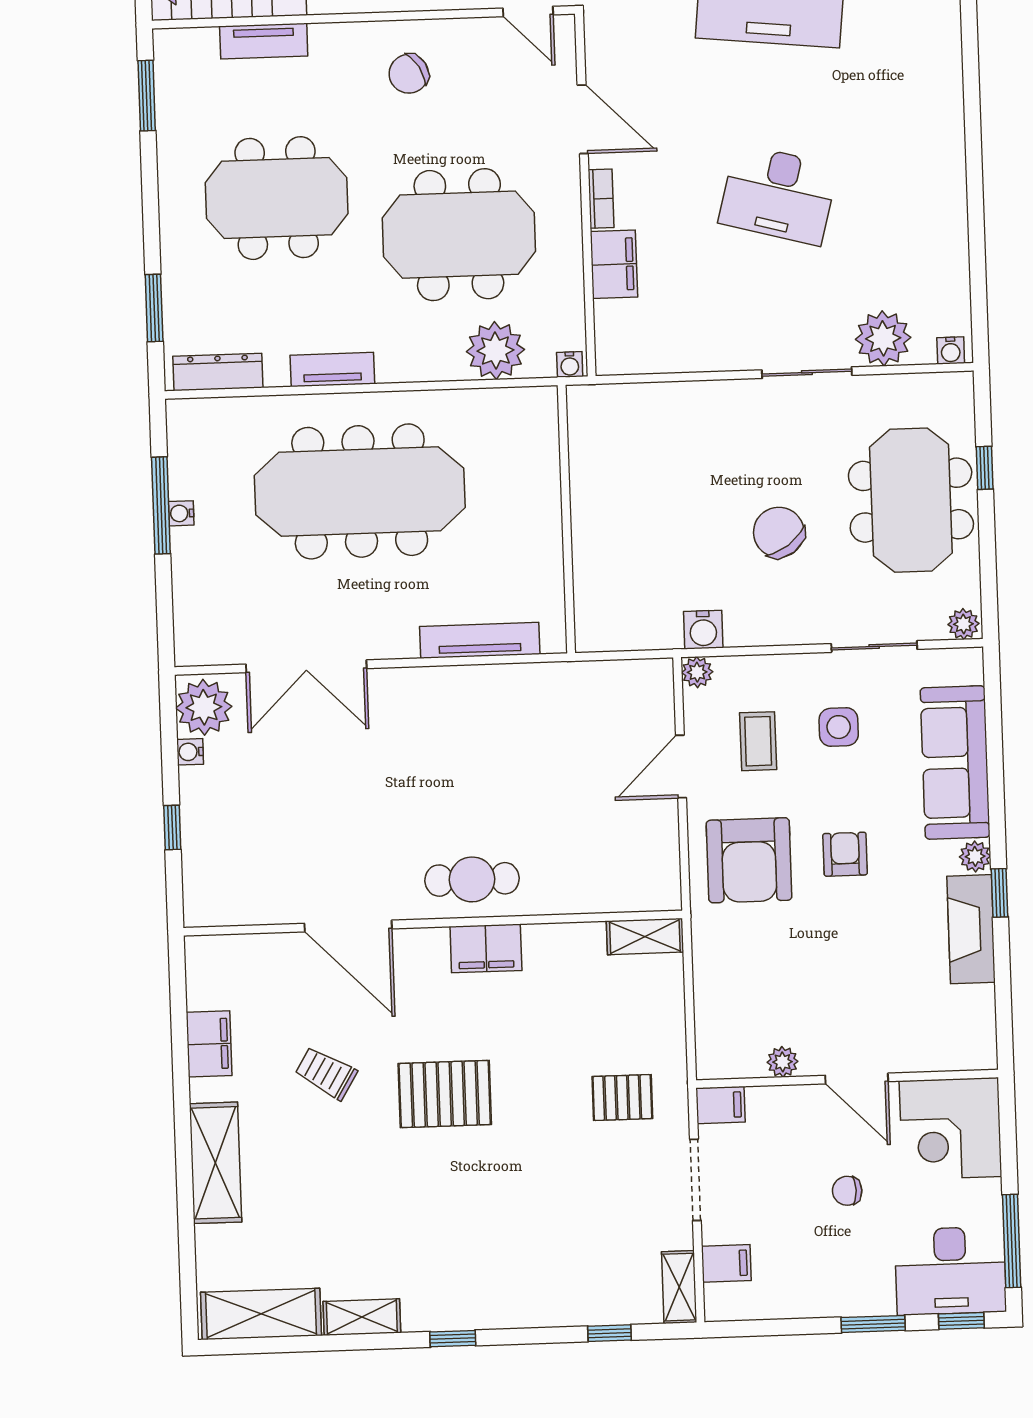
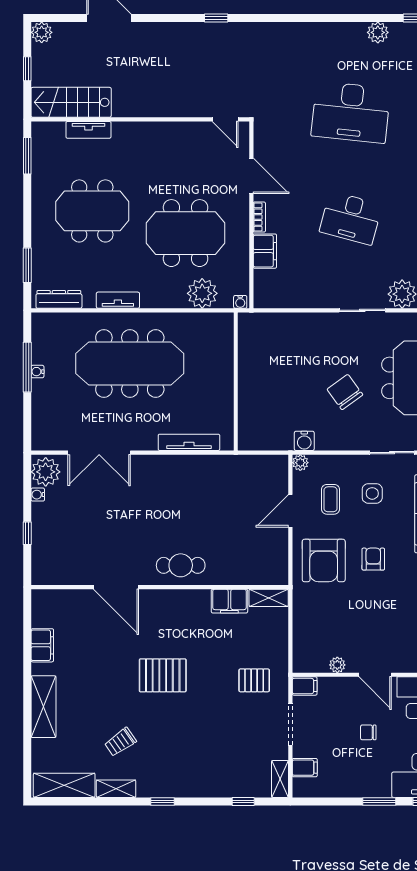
chair: (409, 74) -> (163, 149), removed
filing cabinet: (486, 948) -> (229, 601), moved
trolley: (326, 1073) -> (120, 742), moved, turned -66

